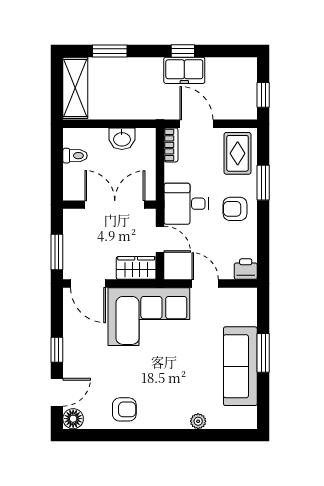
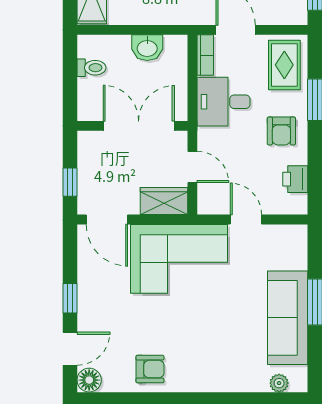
desk: (186, 204) -> (224, 102), moved
armchair: (235, 209) -> (281, 131), turned -90
window: (57, 252) -> (70, 182), width x0.67
printer: (246, 269) -> (295, 179), moved, turned -90
plant: (198, 421) -> (279, 383), moved

